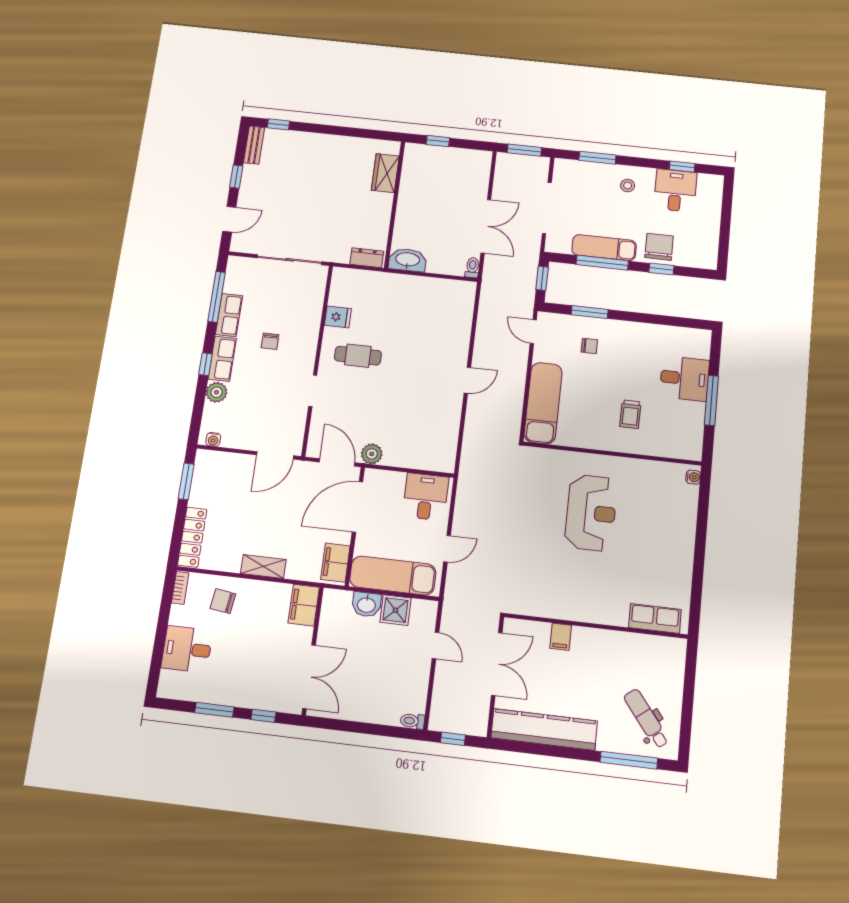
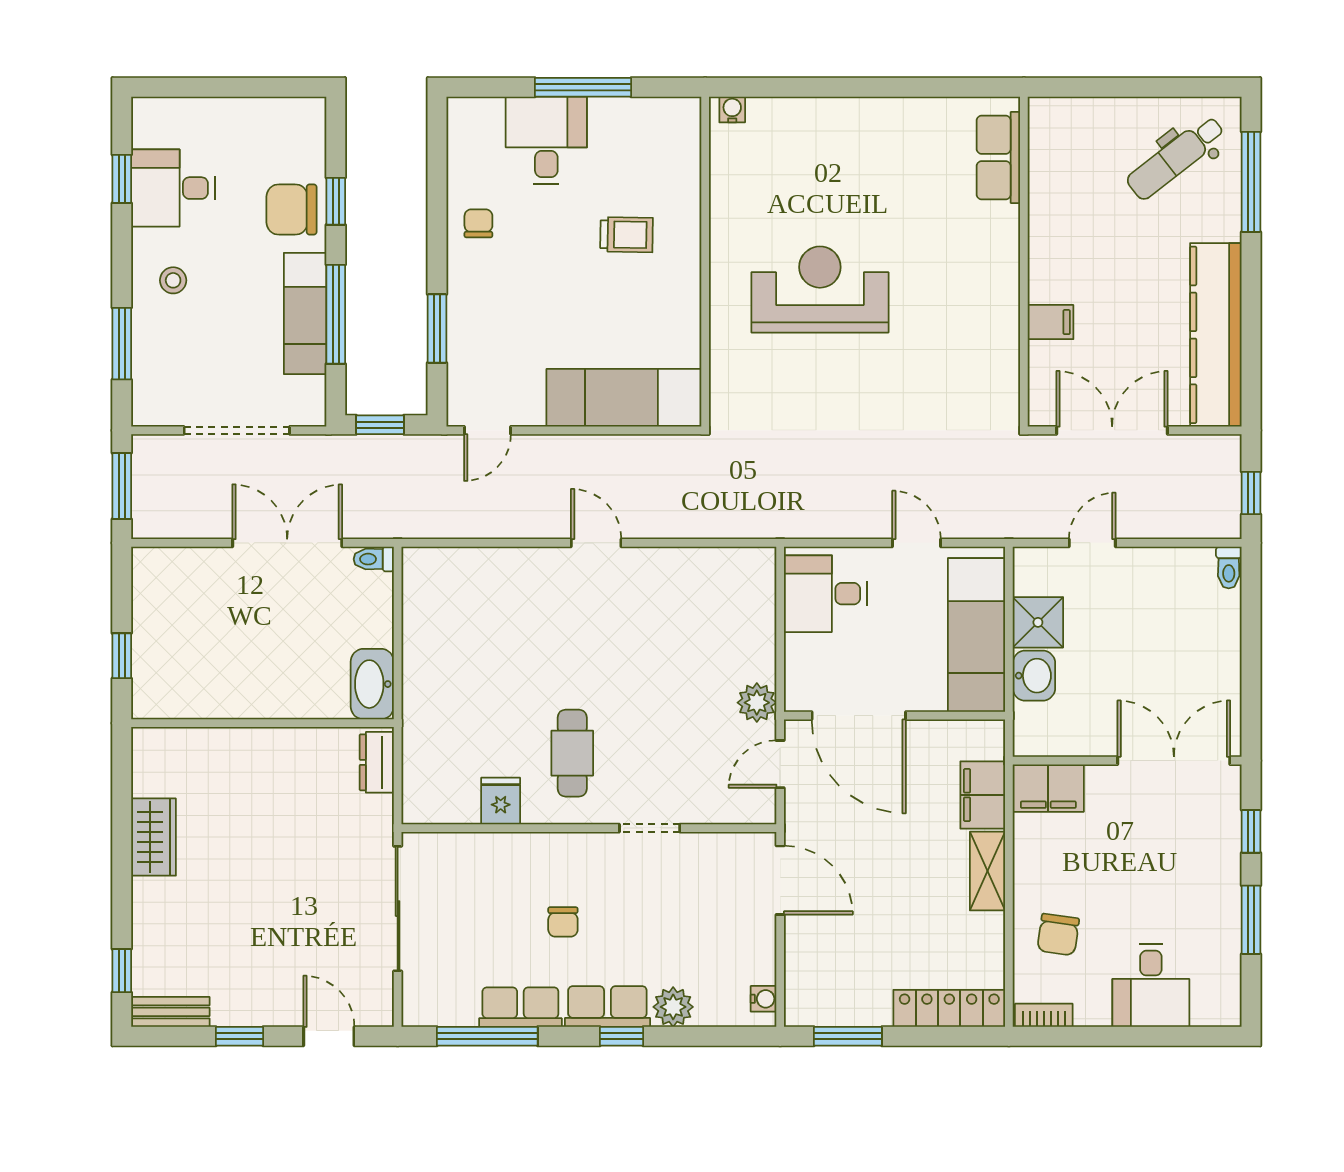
wardrobe: (385, 173) -> (154, 837), moved, turned -90
chair: (270, 341) -> (563, 922), turned 90
chair: (589, 346) -> (478, 223), moved
door: (337, 462) -> (780, 764), width x0.73
filing cabinet: (335, 563) -> (983, 795), moved, turned 90

